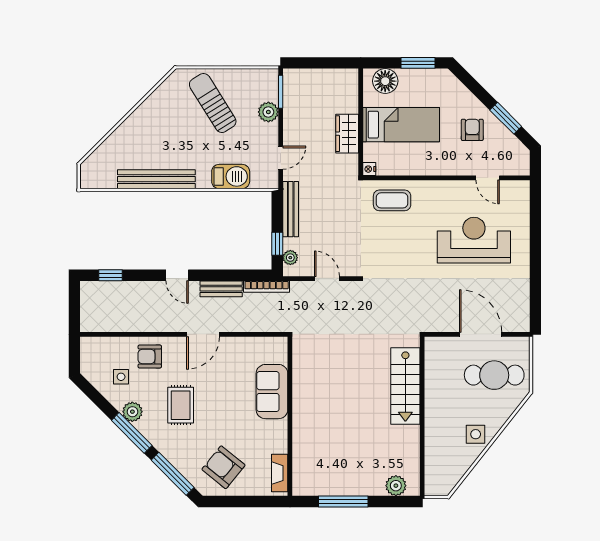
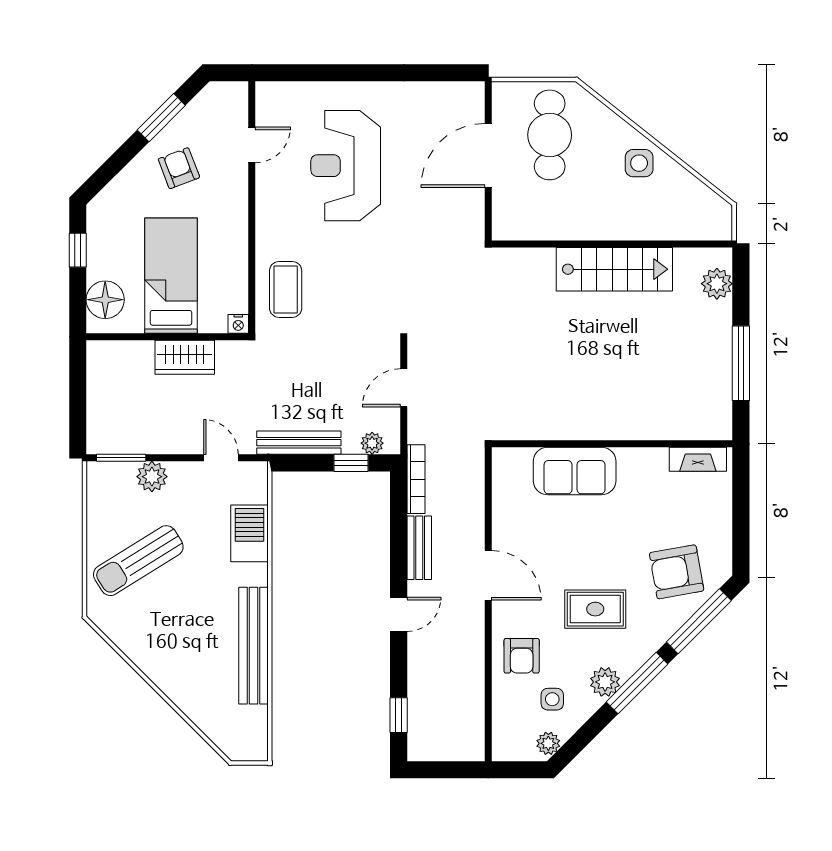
window: (418, 63) -> (78, 250), width x0.67
armchair: (472, 130) -> (179, 168), turned 69
plant: (92, 374) -> (548, 743), added
stairs: (405, 386) -> (614, 269), moved
armchair: (223, 467) -> (677, 572), moved, turned 41

